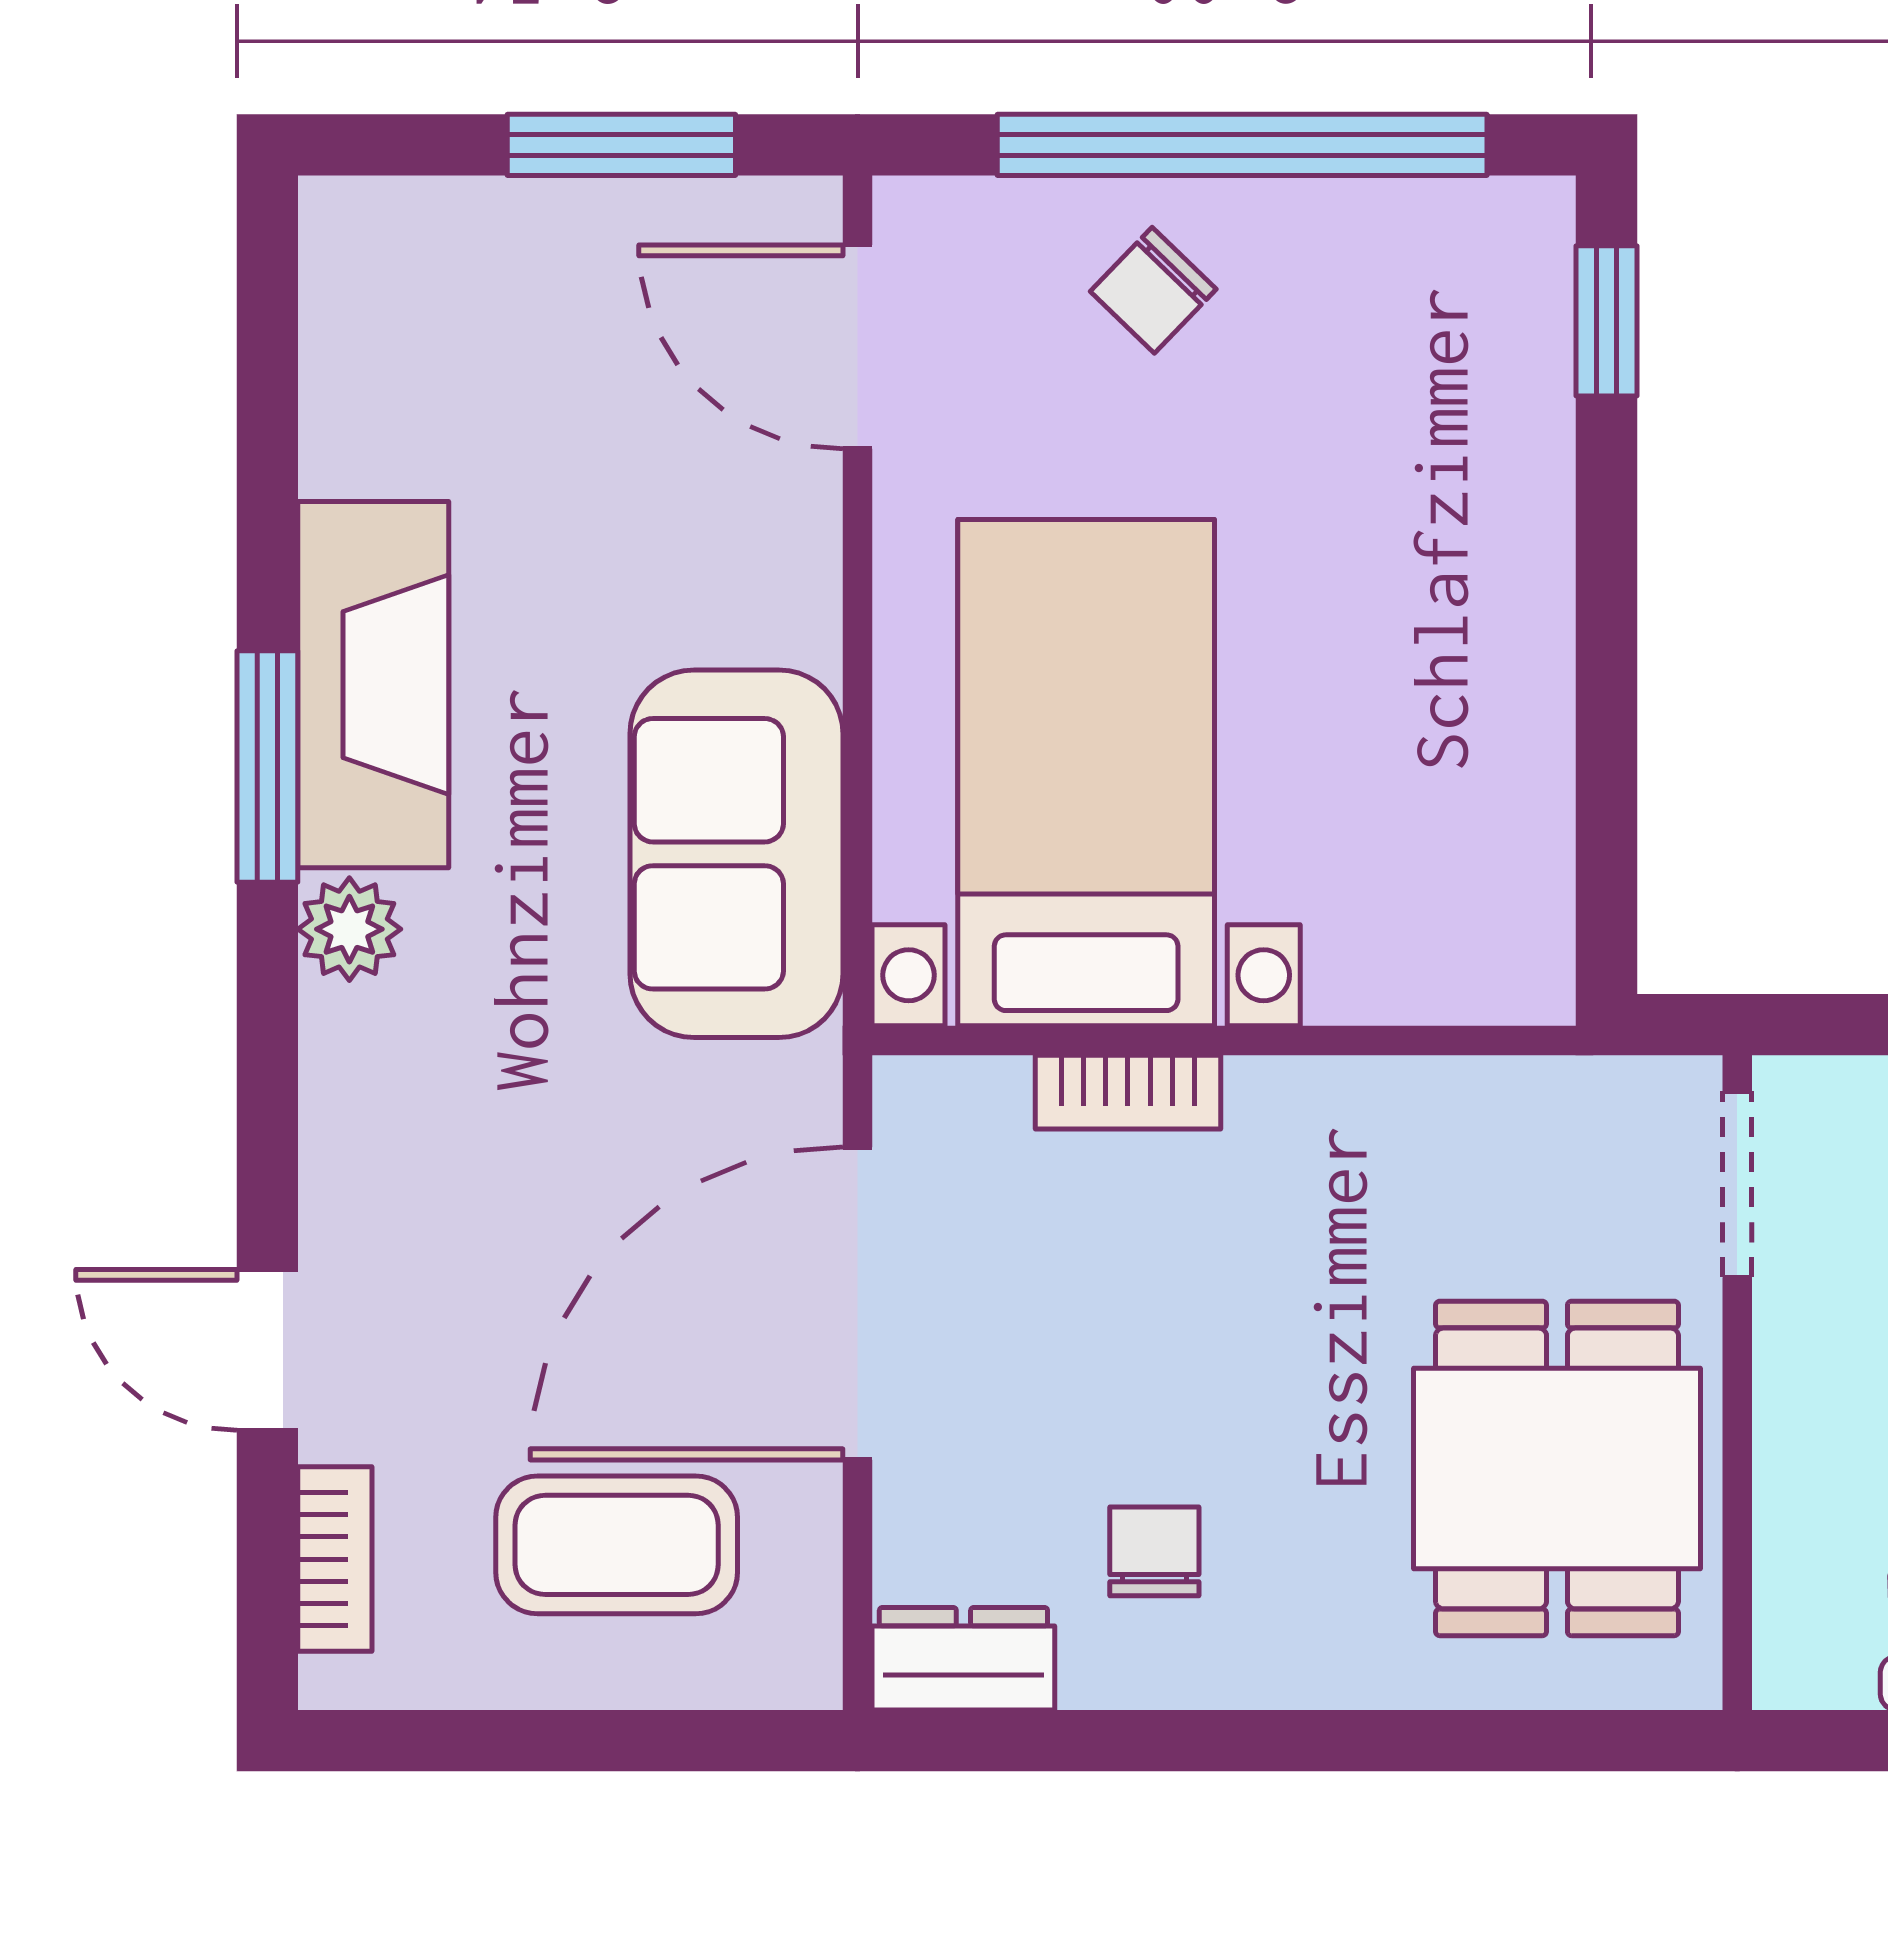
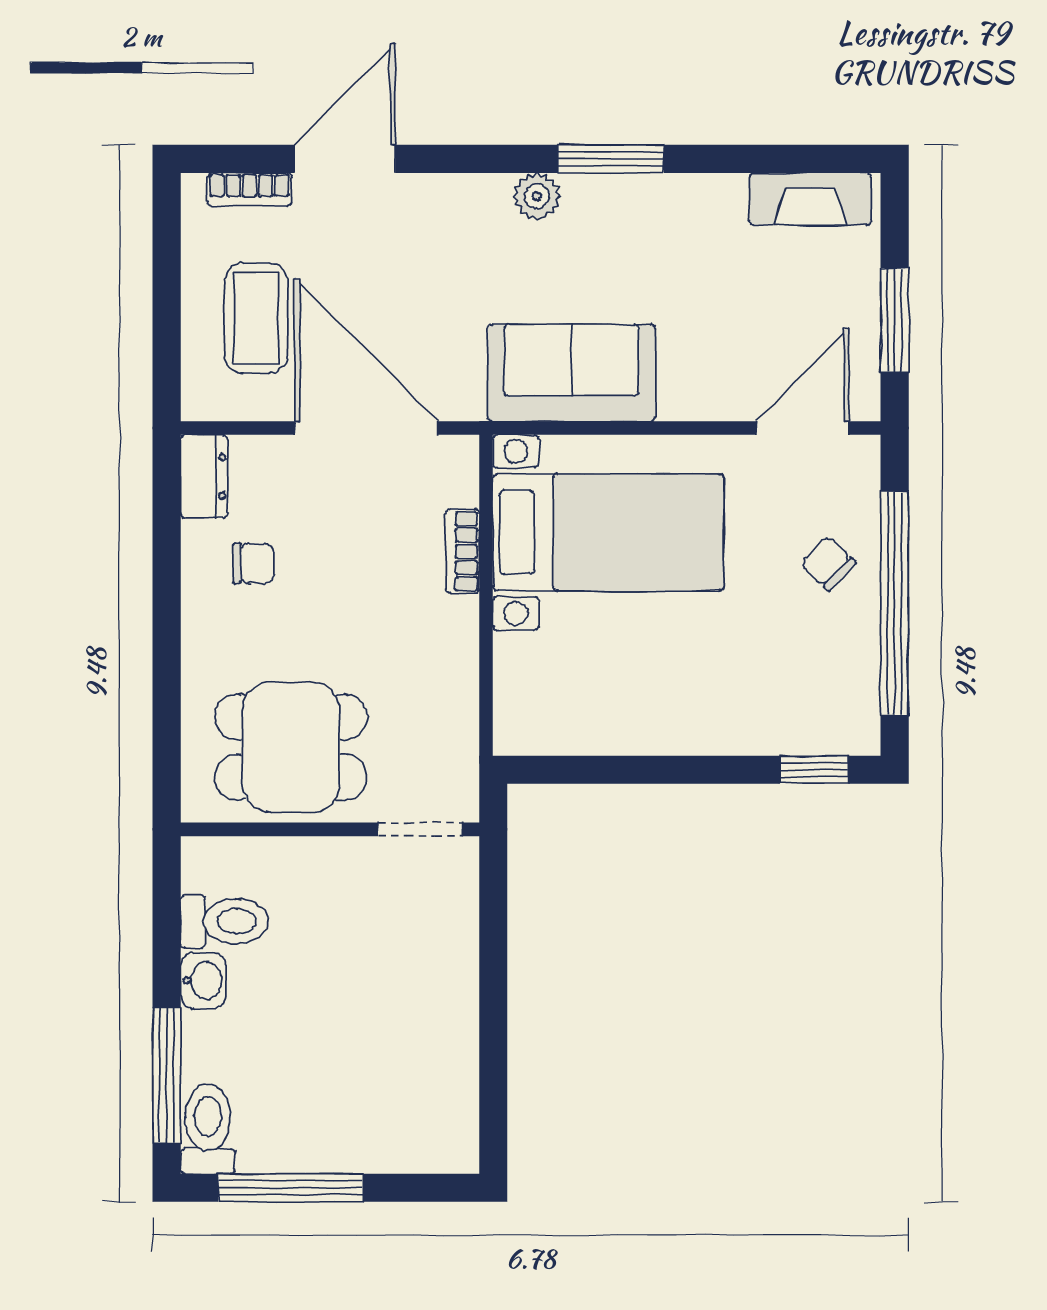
fireplace: (373, 685) -> (810, 199), moved, width x0.73, depth x0.76
door: (267, 1350) -> (345, 159), width x1.38

